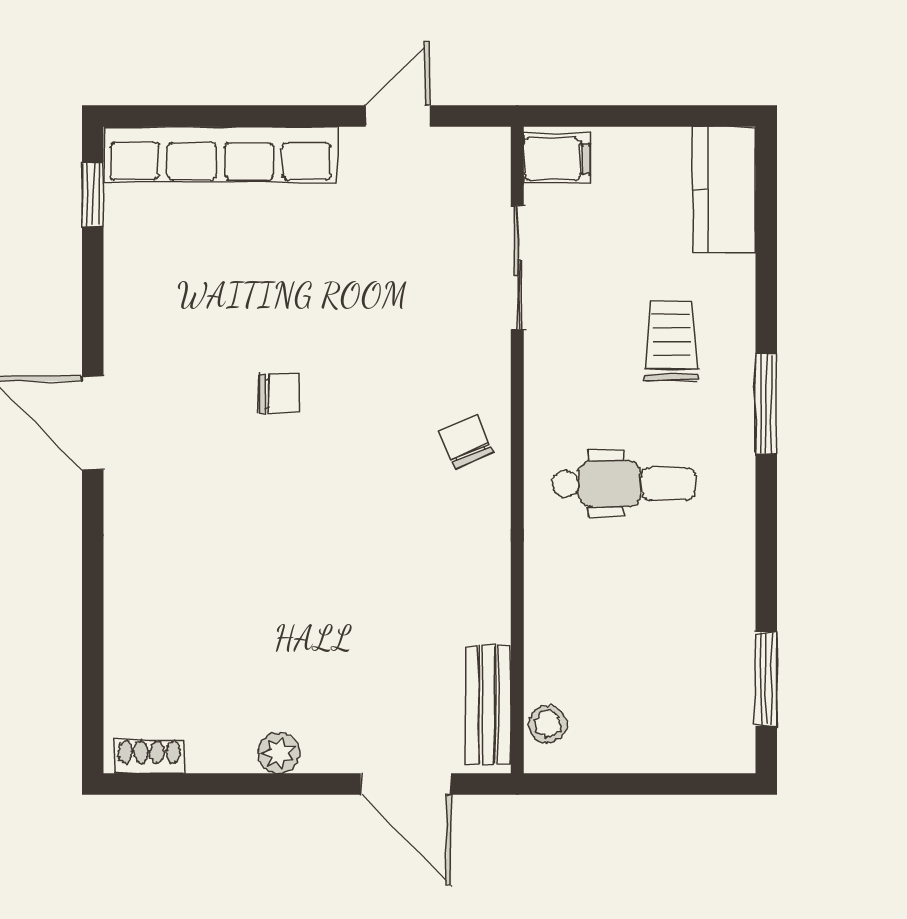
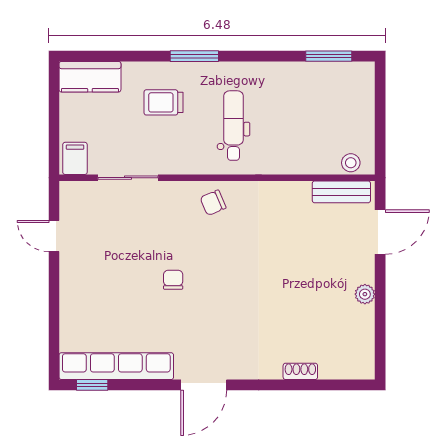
row of seats: (220, 154) -> (116, 366), moved, turned -90
chair: (279, 394) -> (173, 280), moved
shoe rack: (149, 756) -> (300, 371), moved, turned 90

